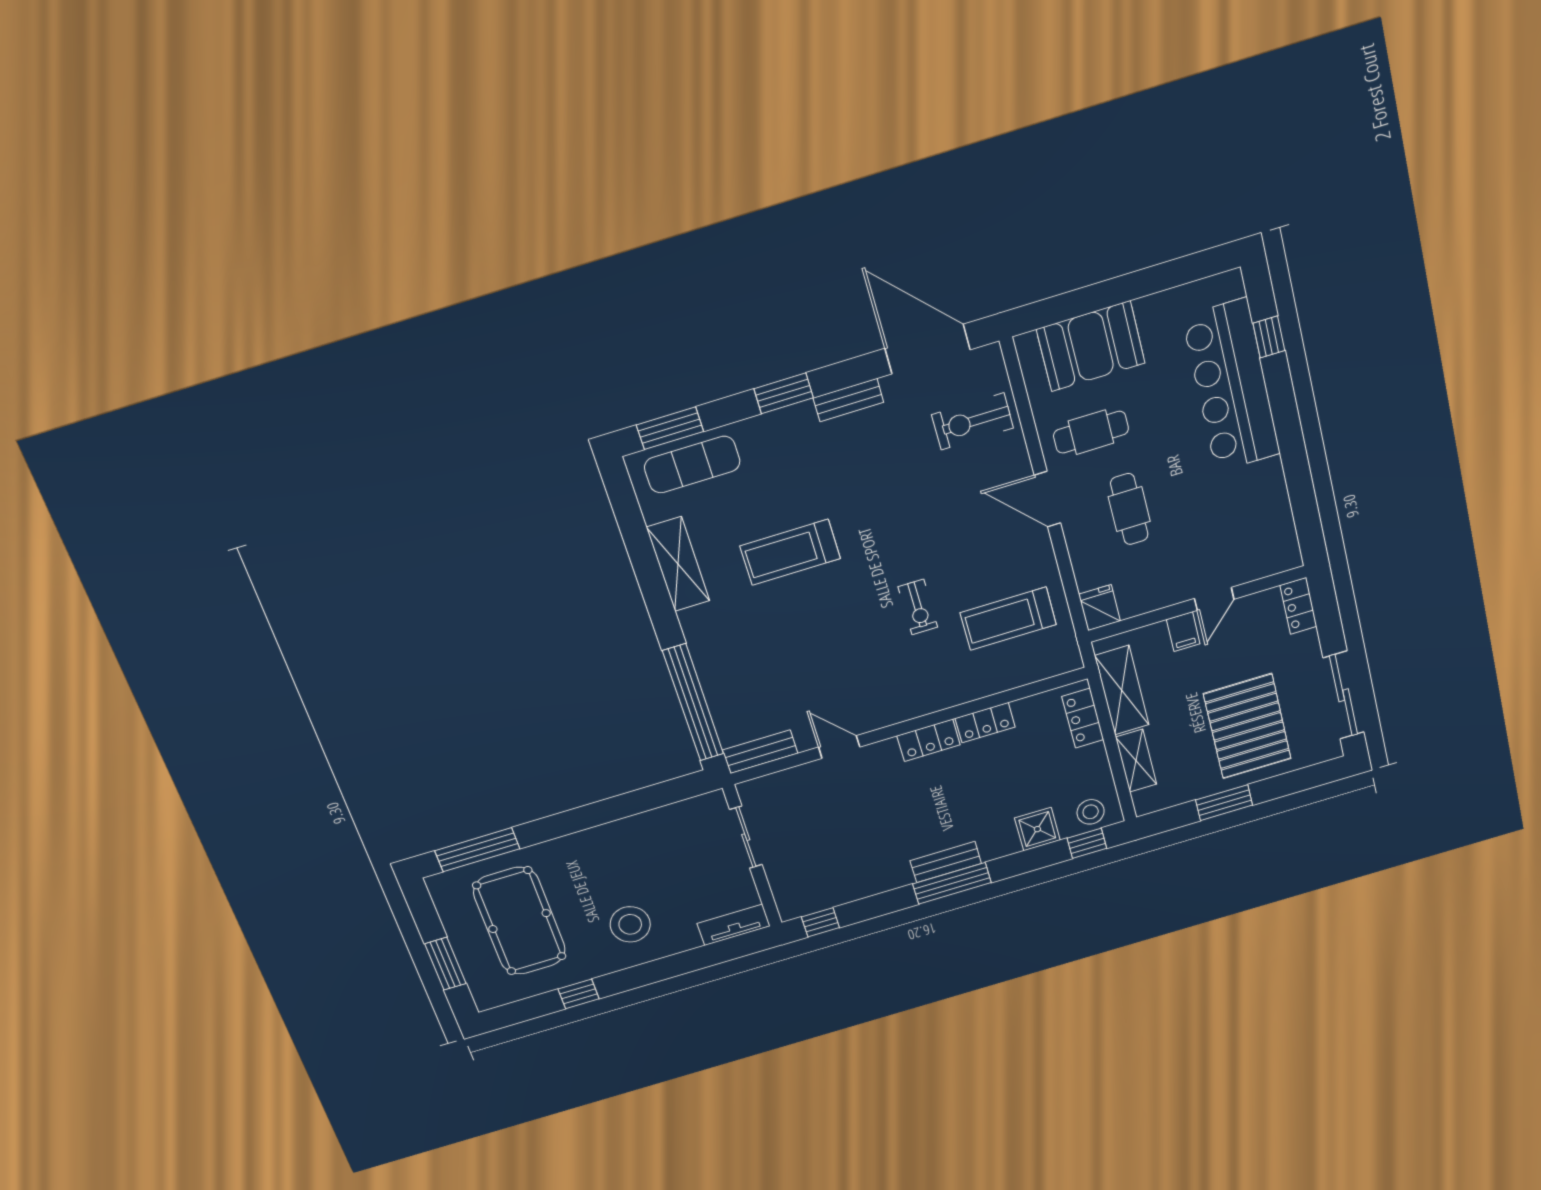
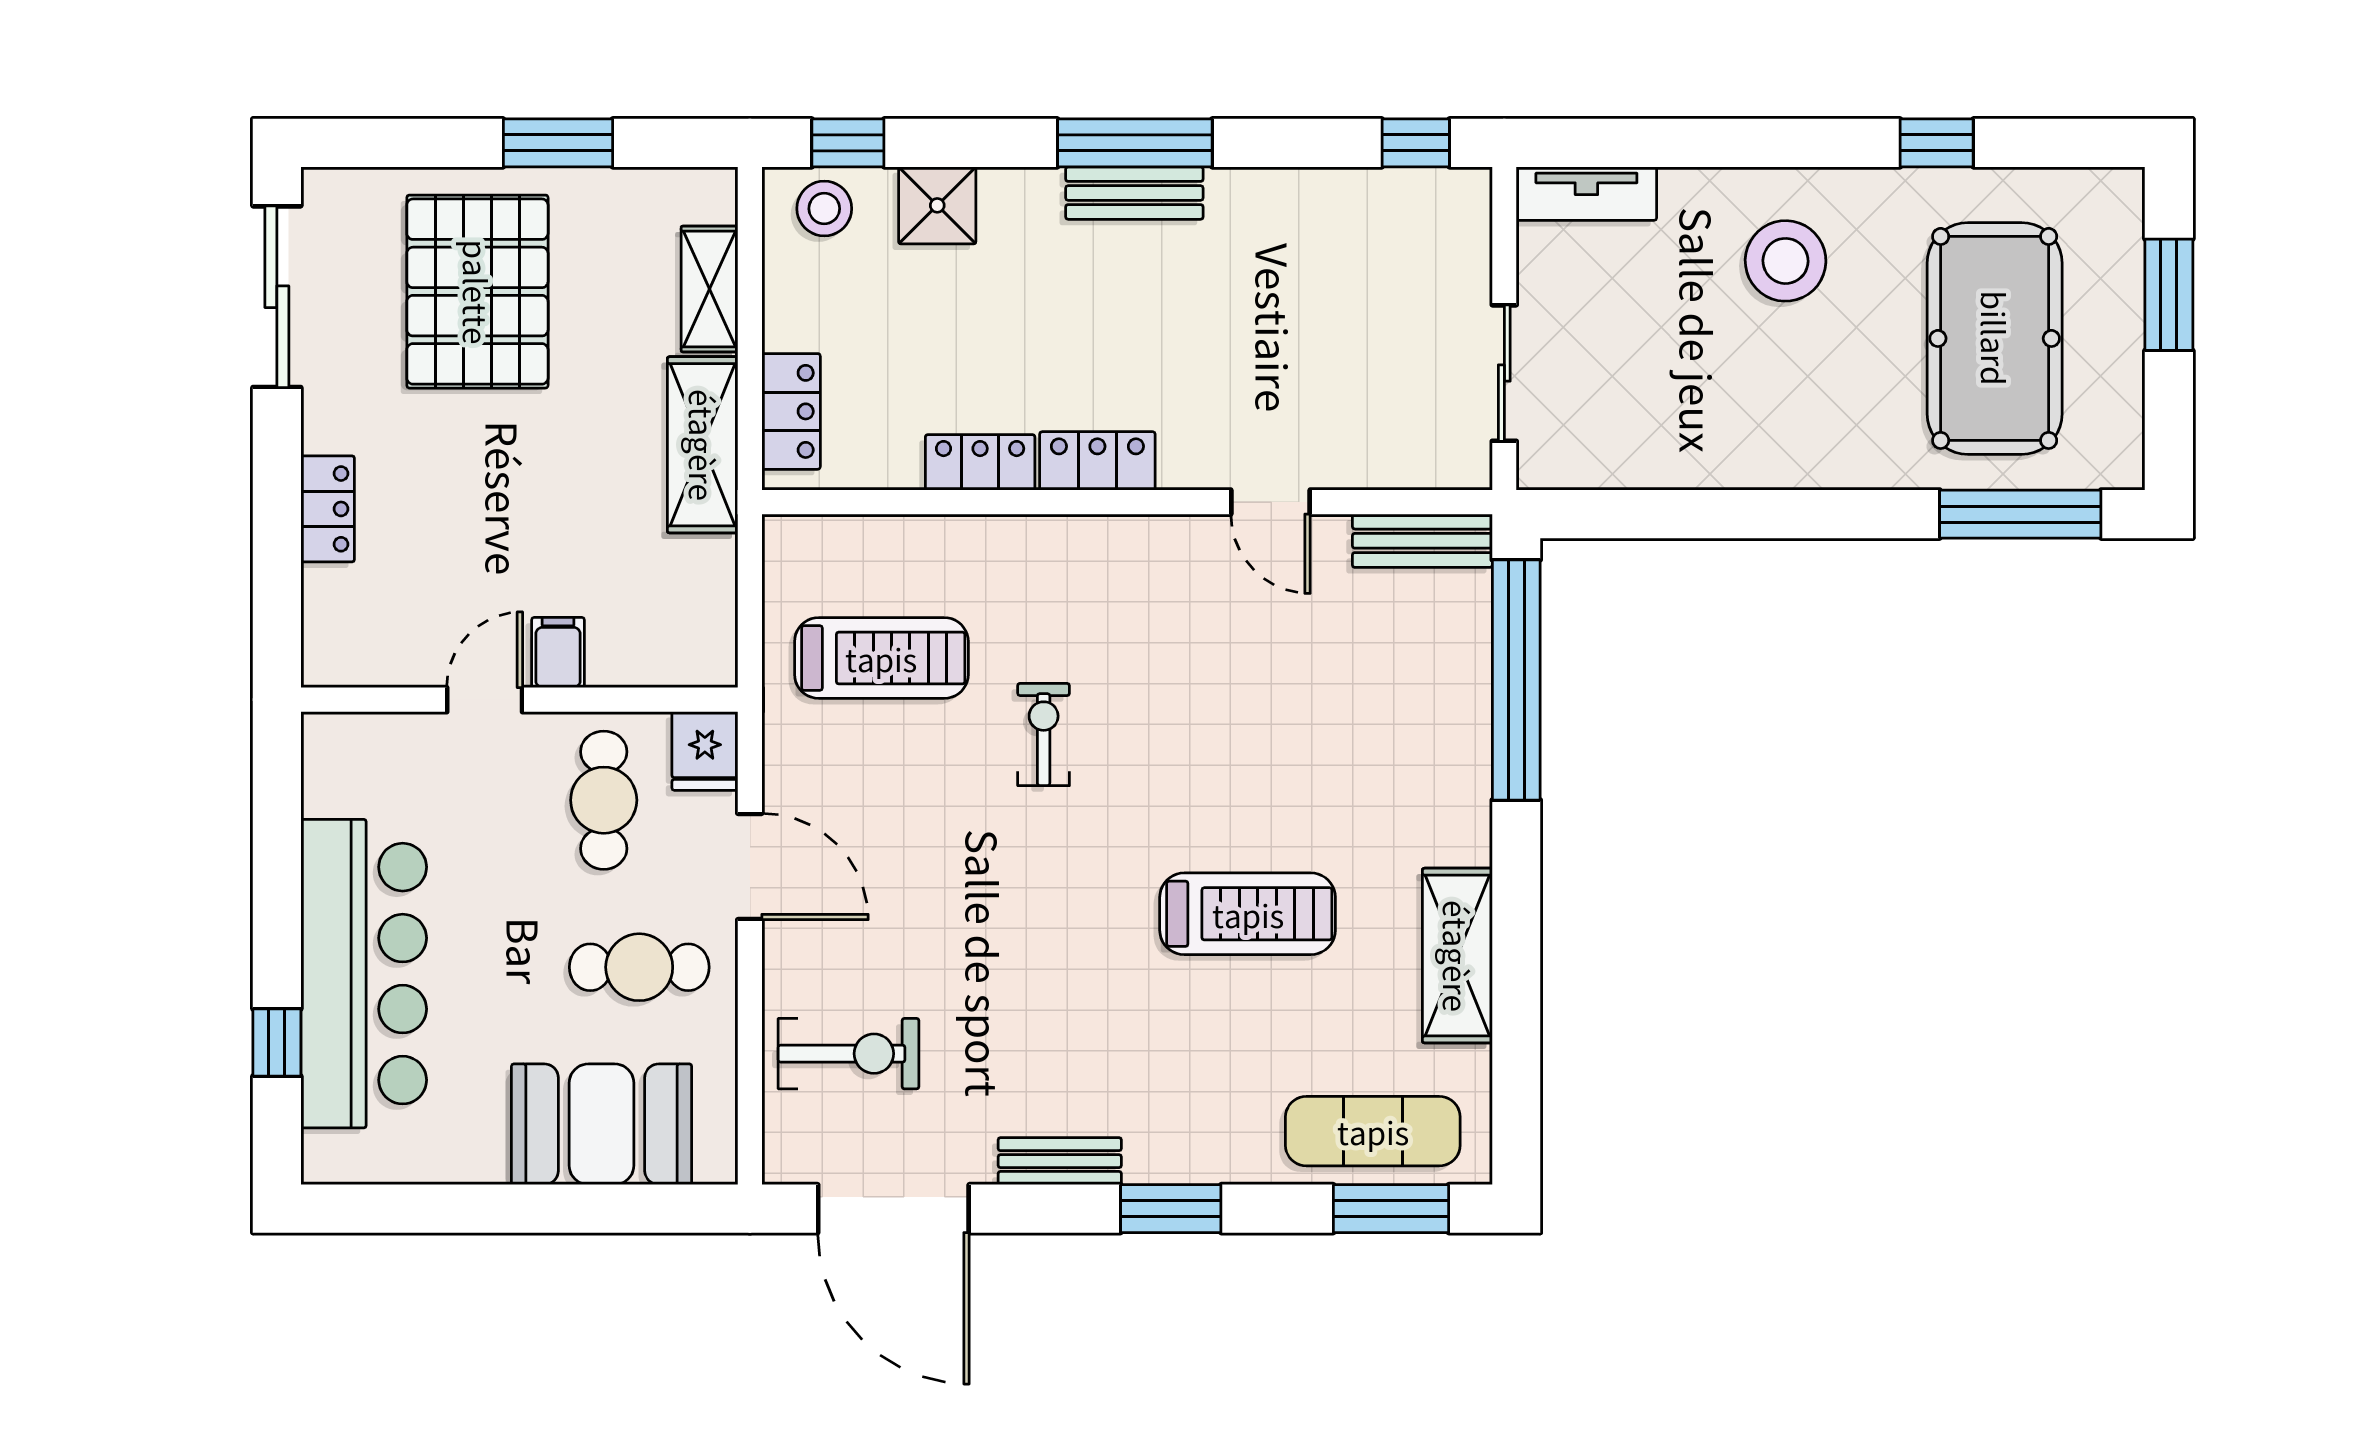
door: (1214, 599) -> (485, 700), moved
wall: (1197, 604) -> (519, 700), moved
fridge: (1100, 608) -> (705, 751), moved
filing cabinet: (1183, 632) -> (558, 653), moved

